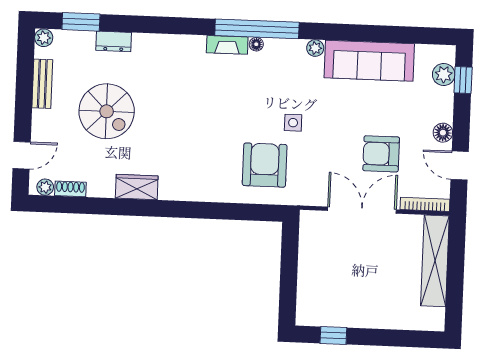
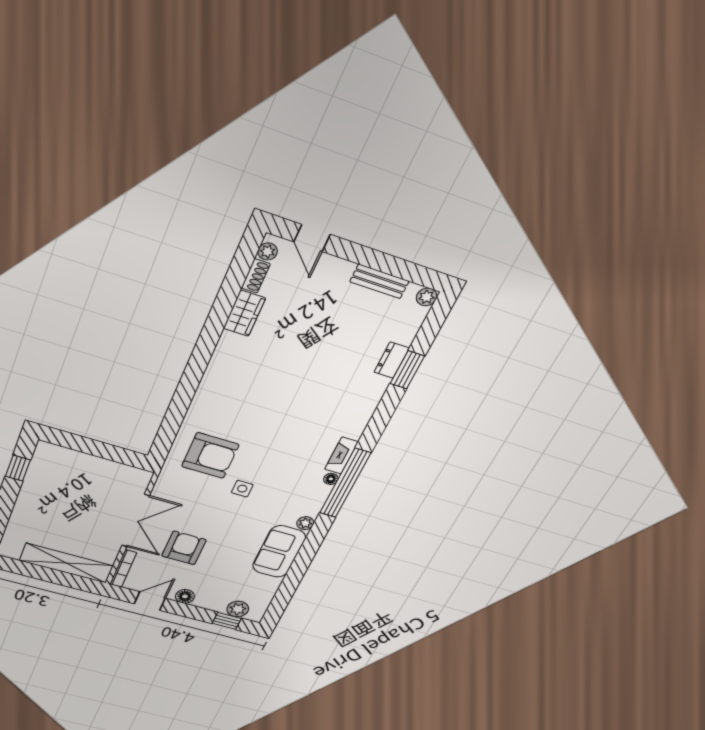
window: (81, 22) -> (407, 370), moved
sofa: (369, 61) -> (279, 552), width x0.73
spiral stairs: (107, 111) -> (323, 334), removed
wardrobe: (137, 187) -> (244, 313), moved

